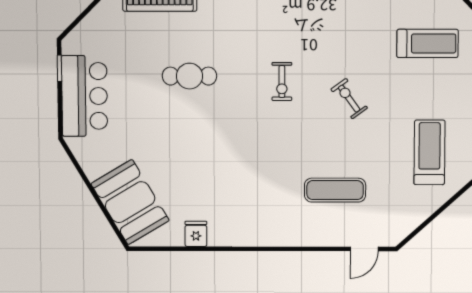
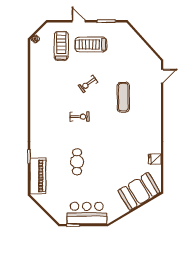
treadmill: (429, 152) -> (91, 44), moved
exercise mat: (335, 190) -> (123, 97), moved
door: (364, 249) -> (162, 76), hinge flipped

